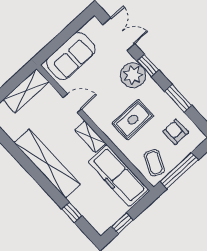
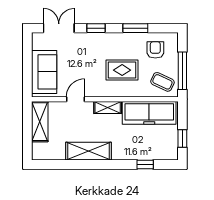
plant: (133, 75) -> (94, 43), removed
rug: (133, 120) -> (122, 70), turned 90
armchair: (176, 132) -> (155, 50), turned 90
shelving: (47, 163) -> (88, 151), width x0.68

